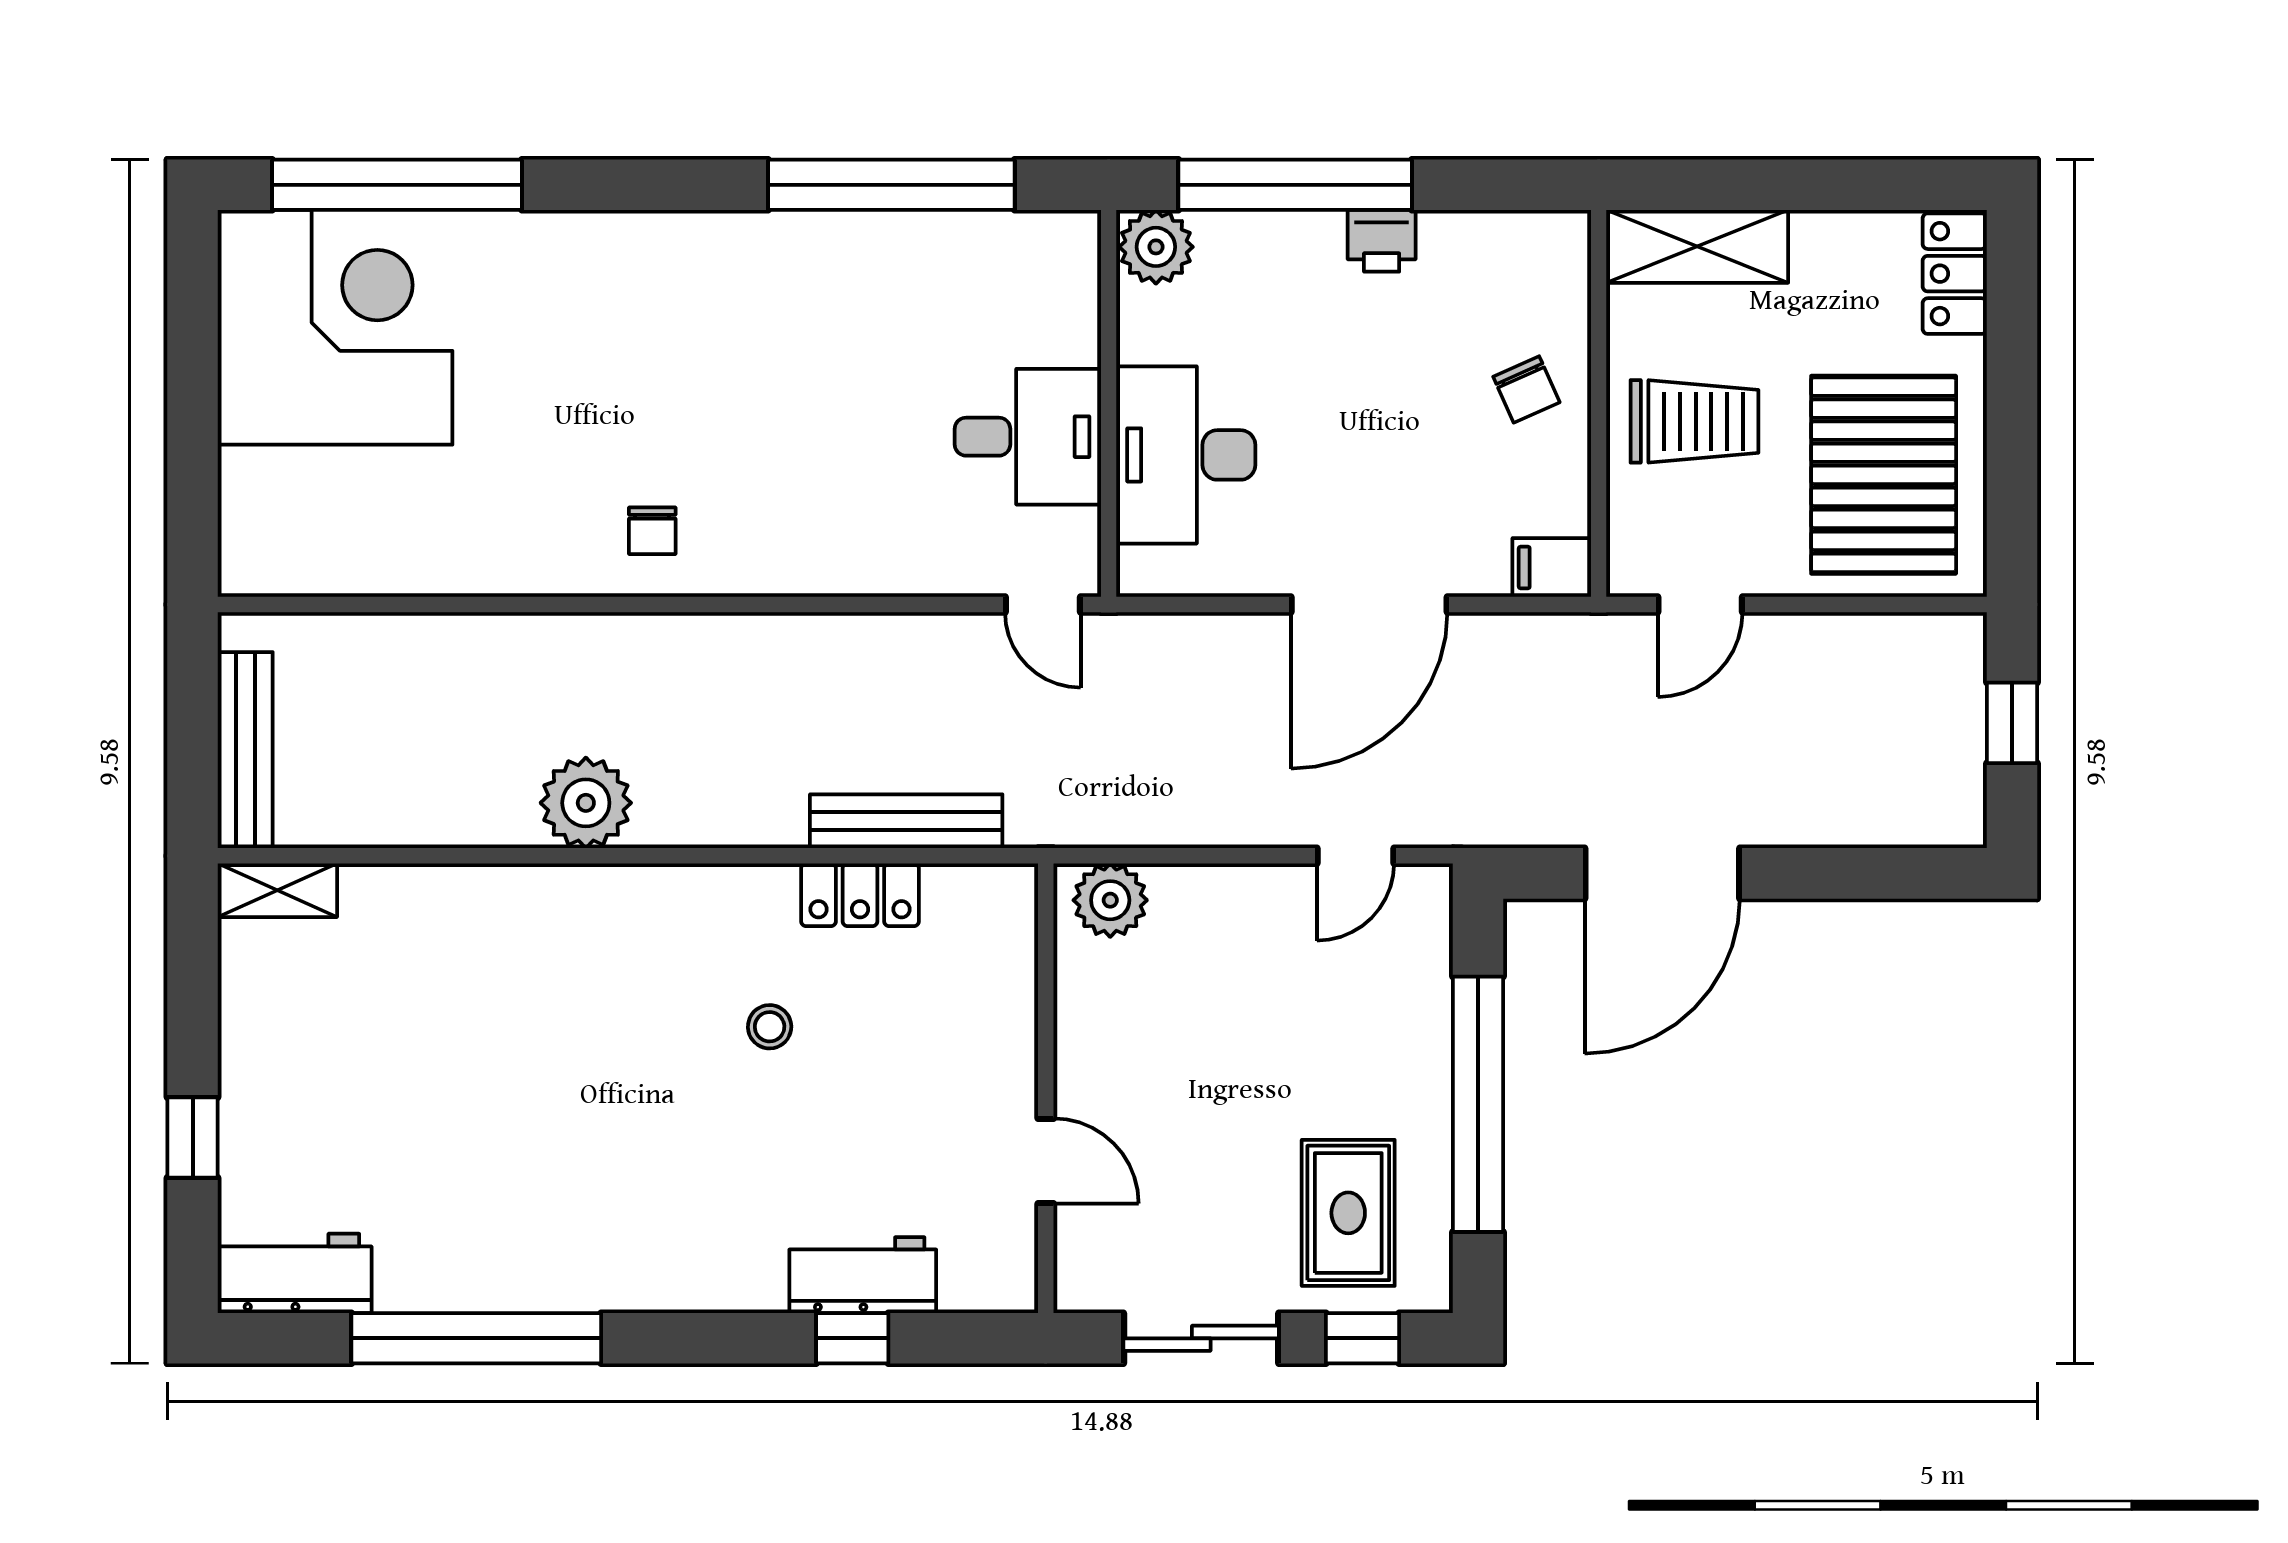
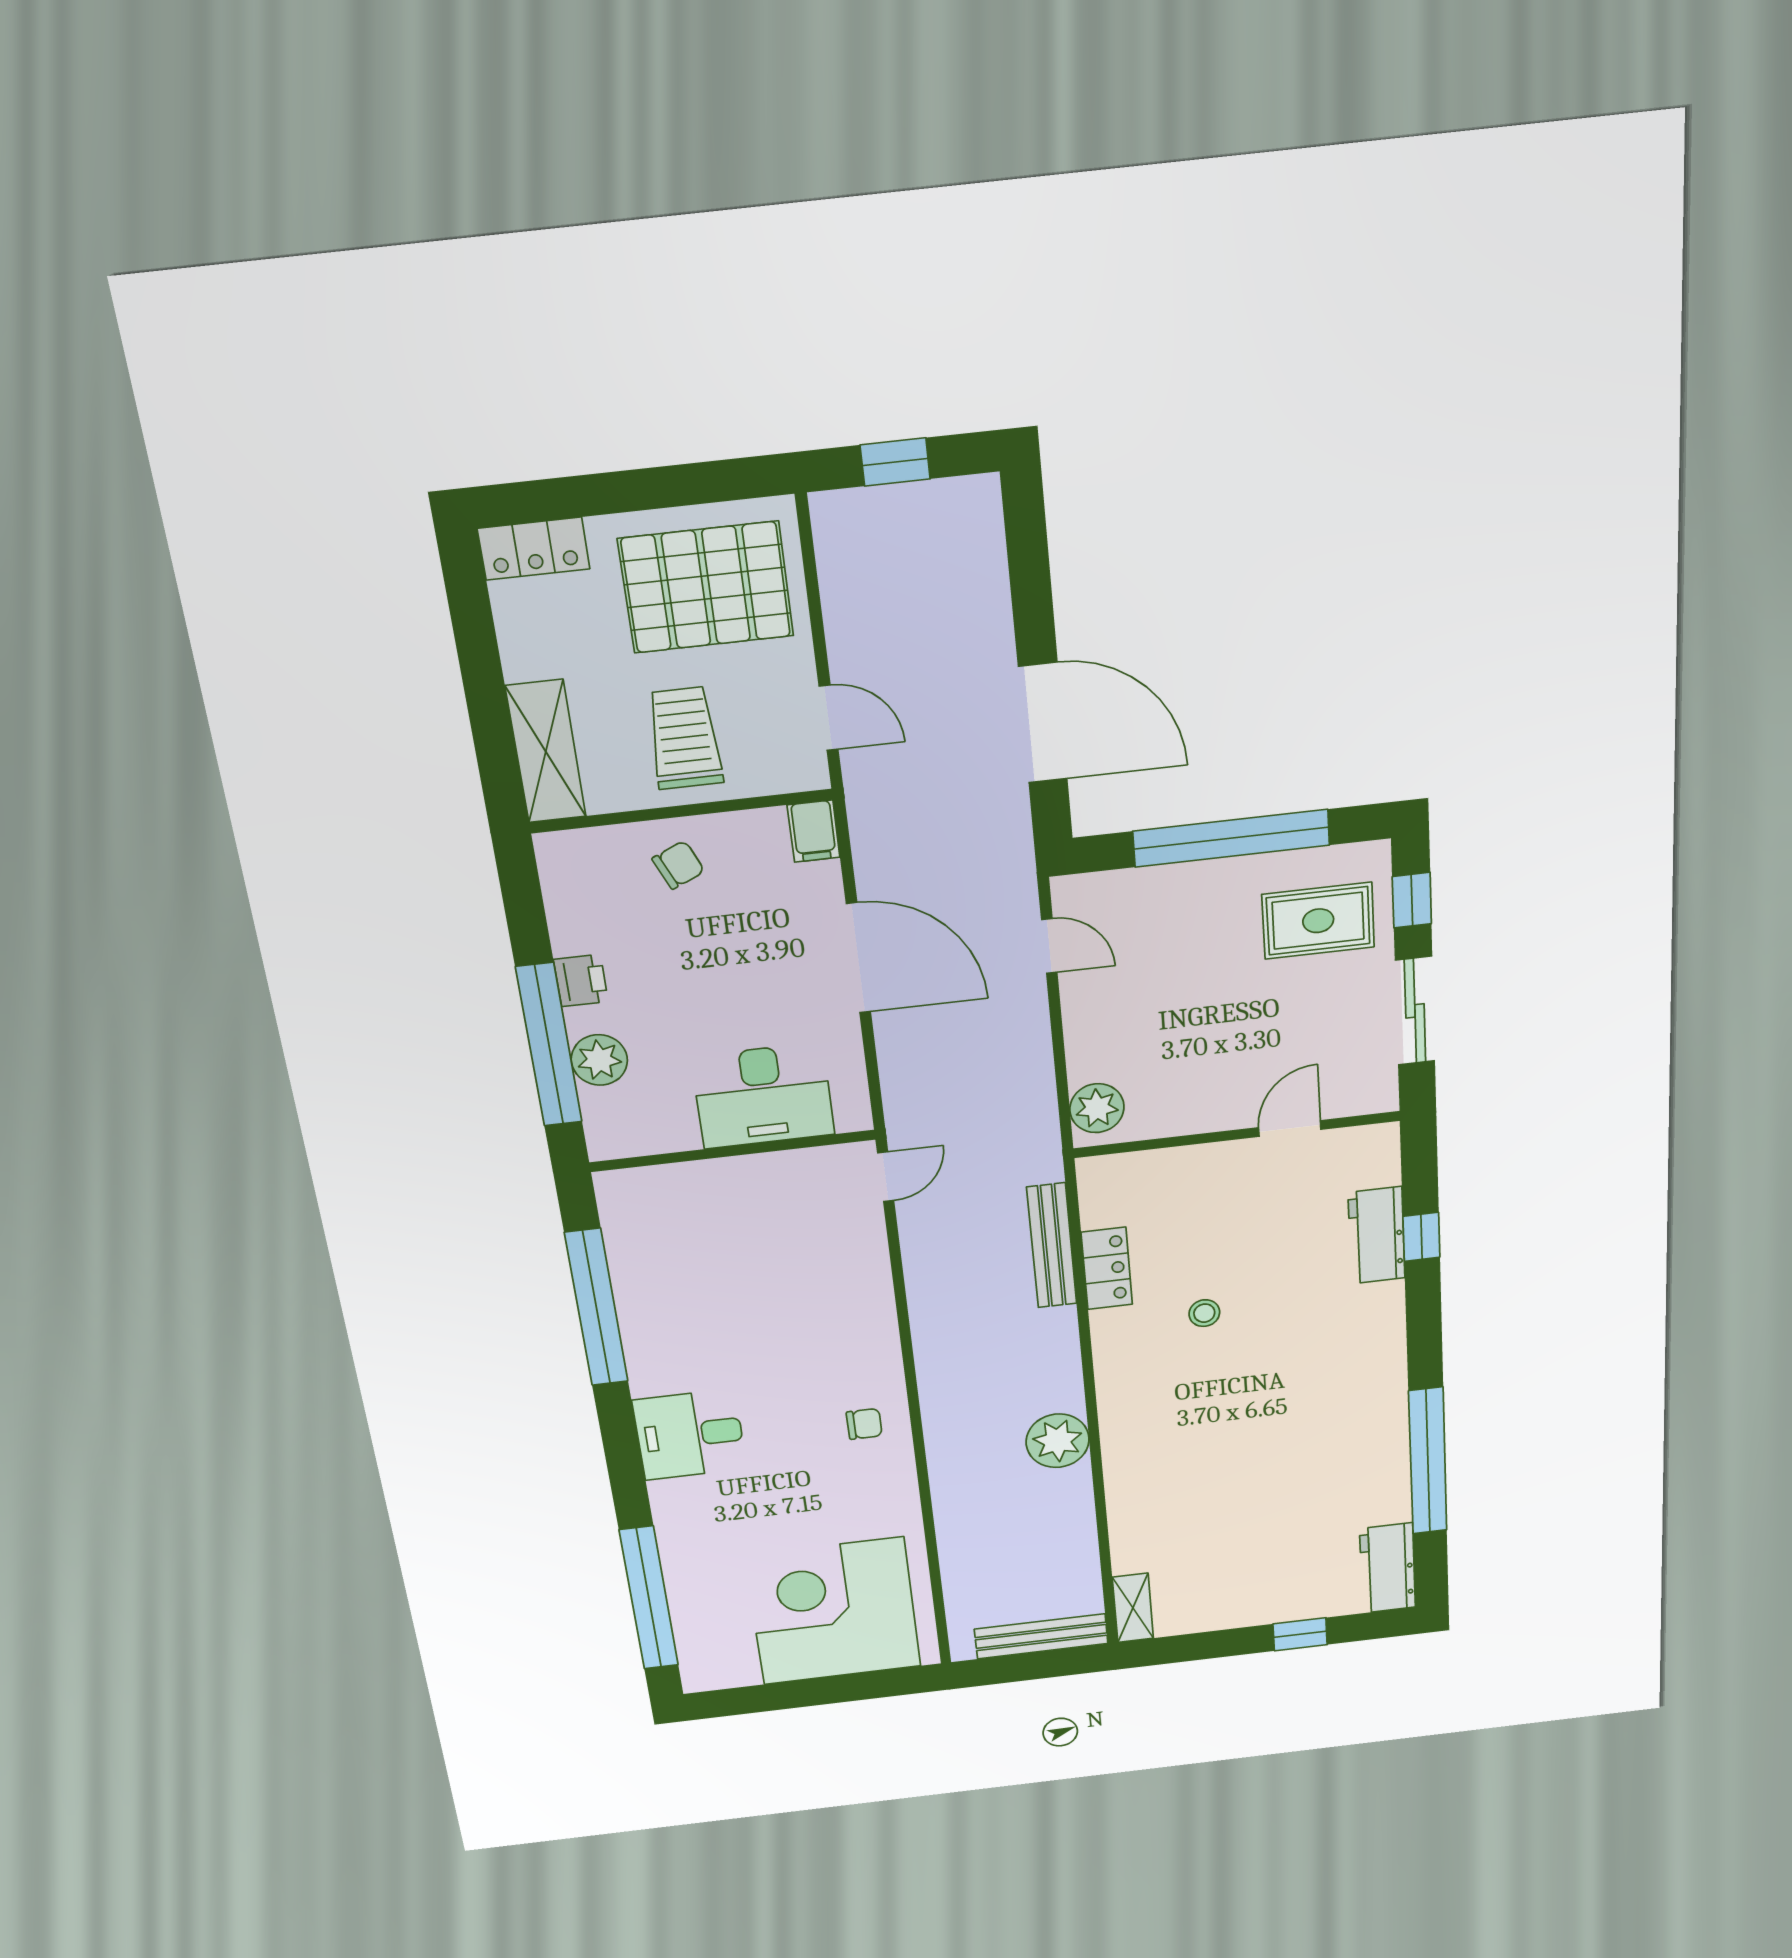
plant: (1156, 247) -> (599, 1060), moved
corner desk: (335, 327) -> (833, 1611), moved
desk: (1028, 437) -> (690, 1435), moved, turned -90

